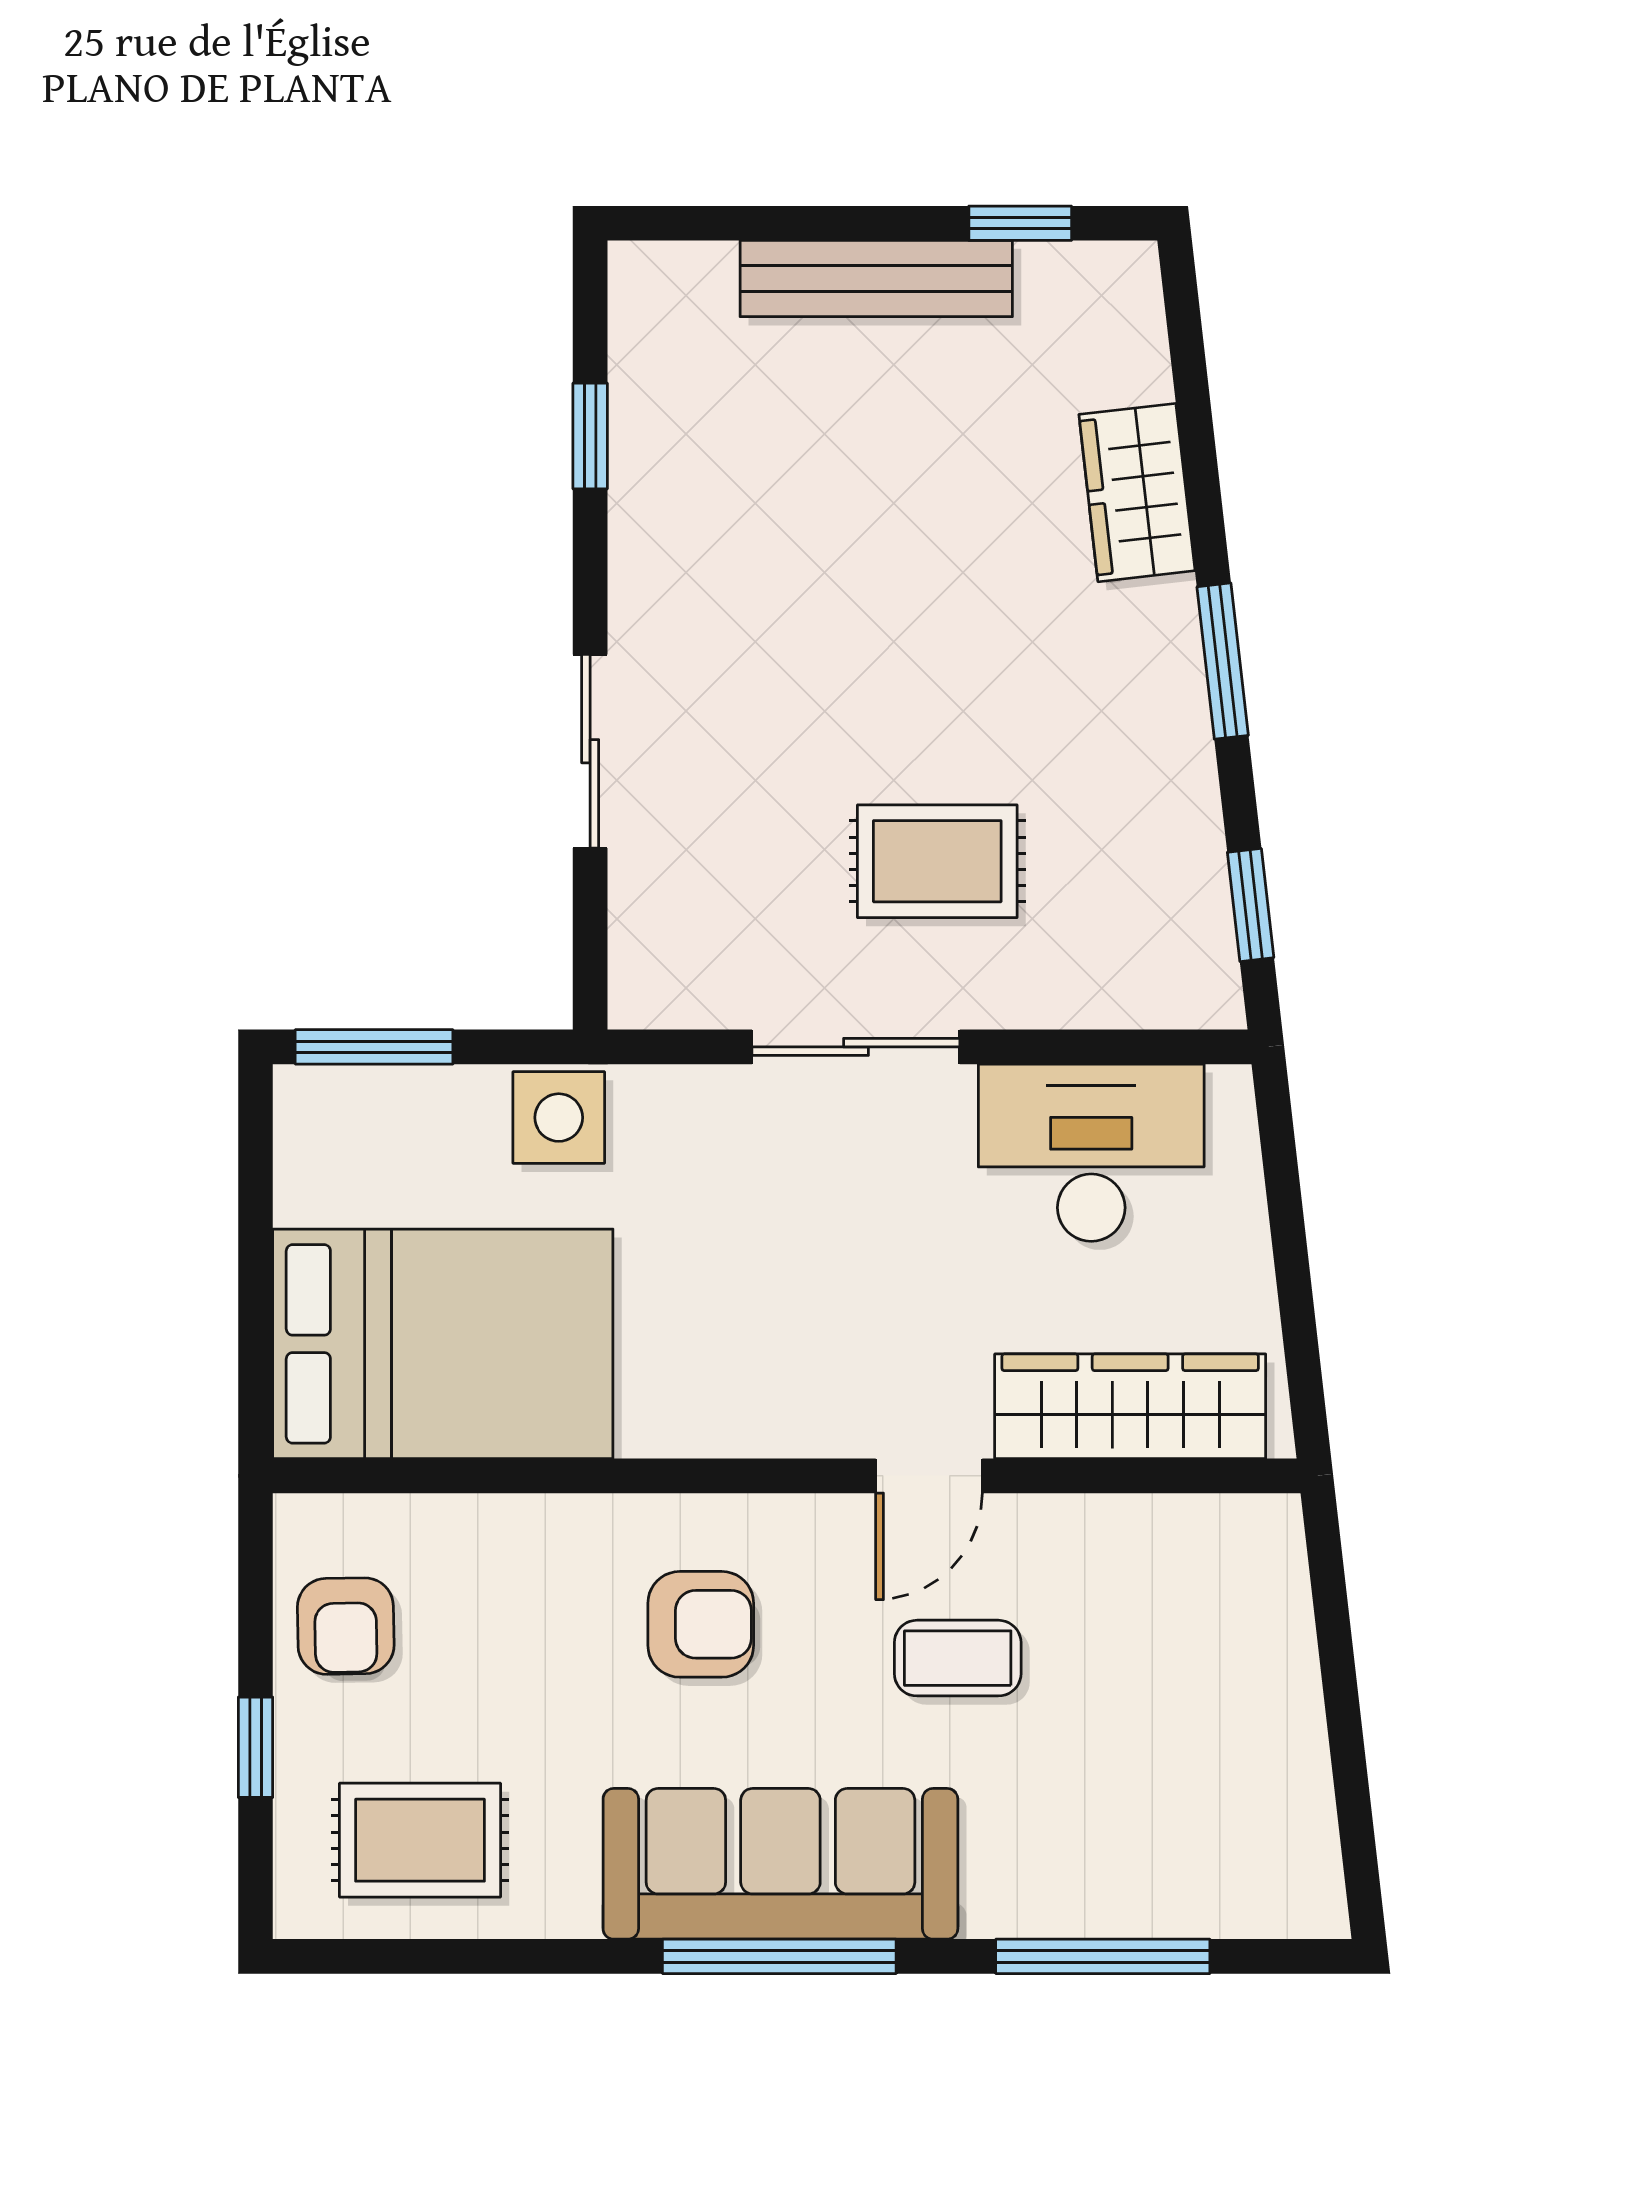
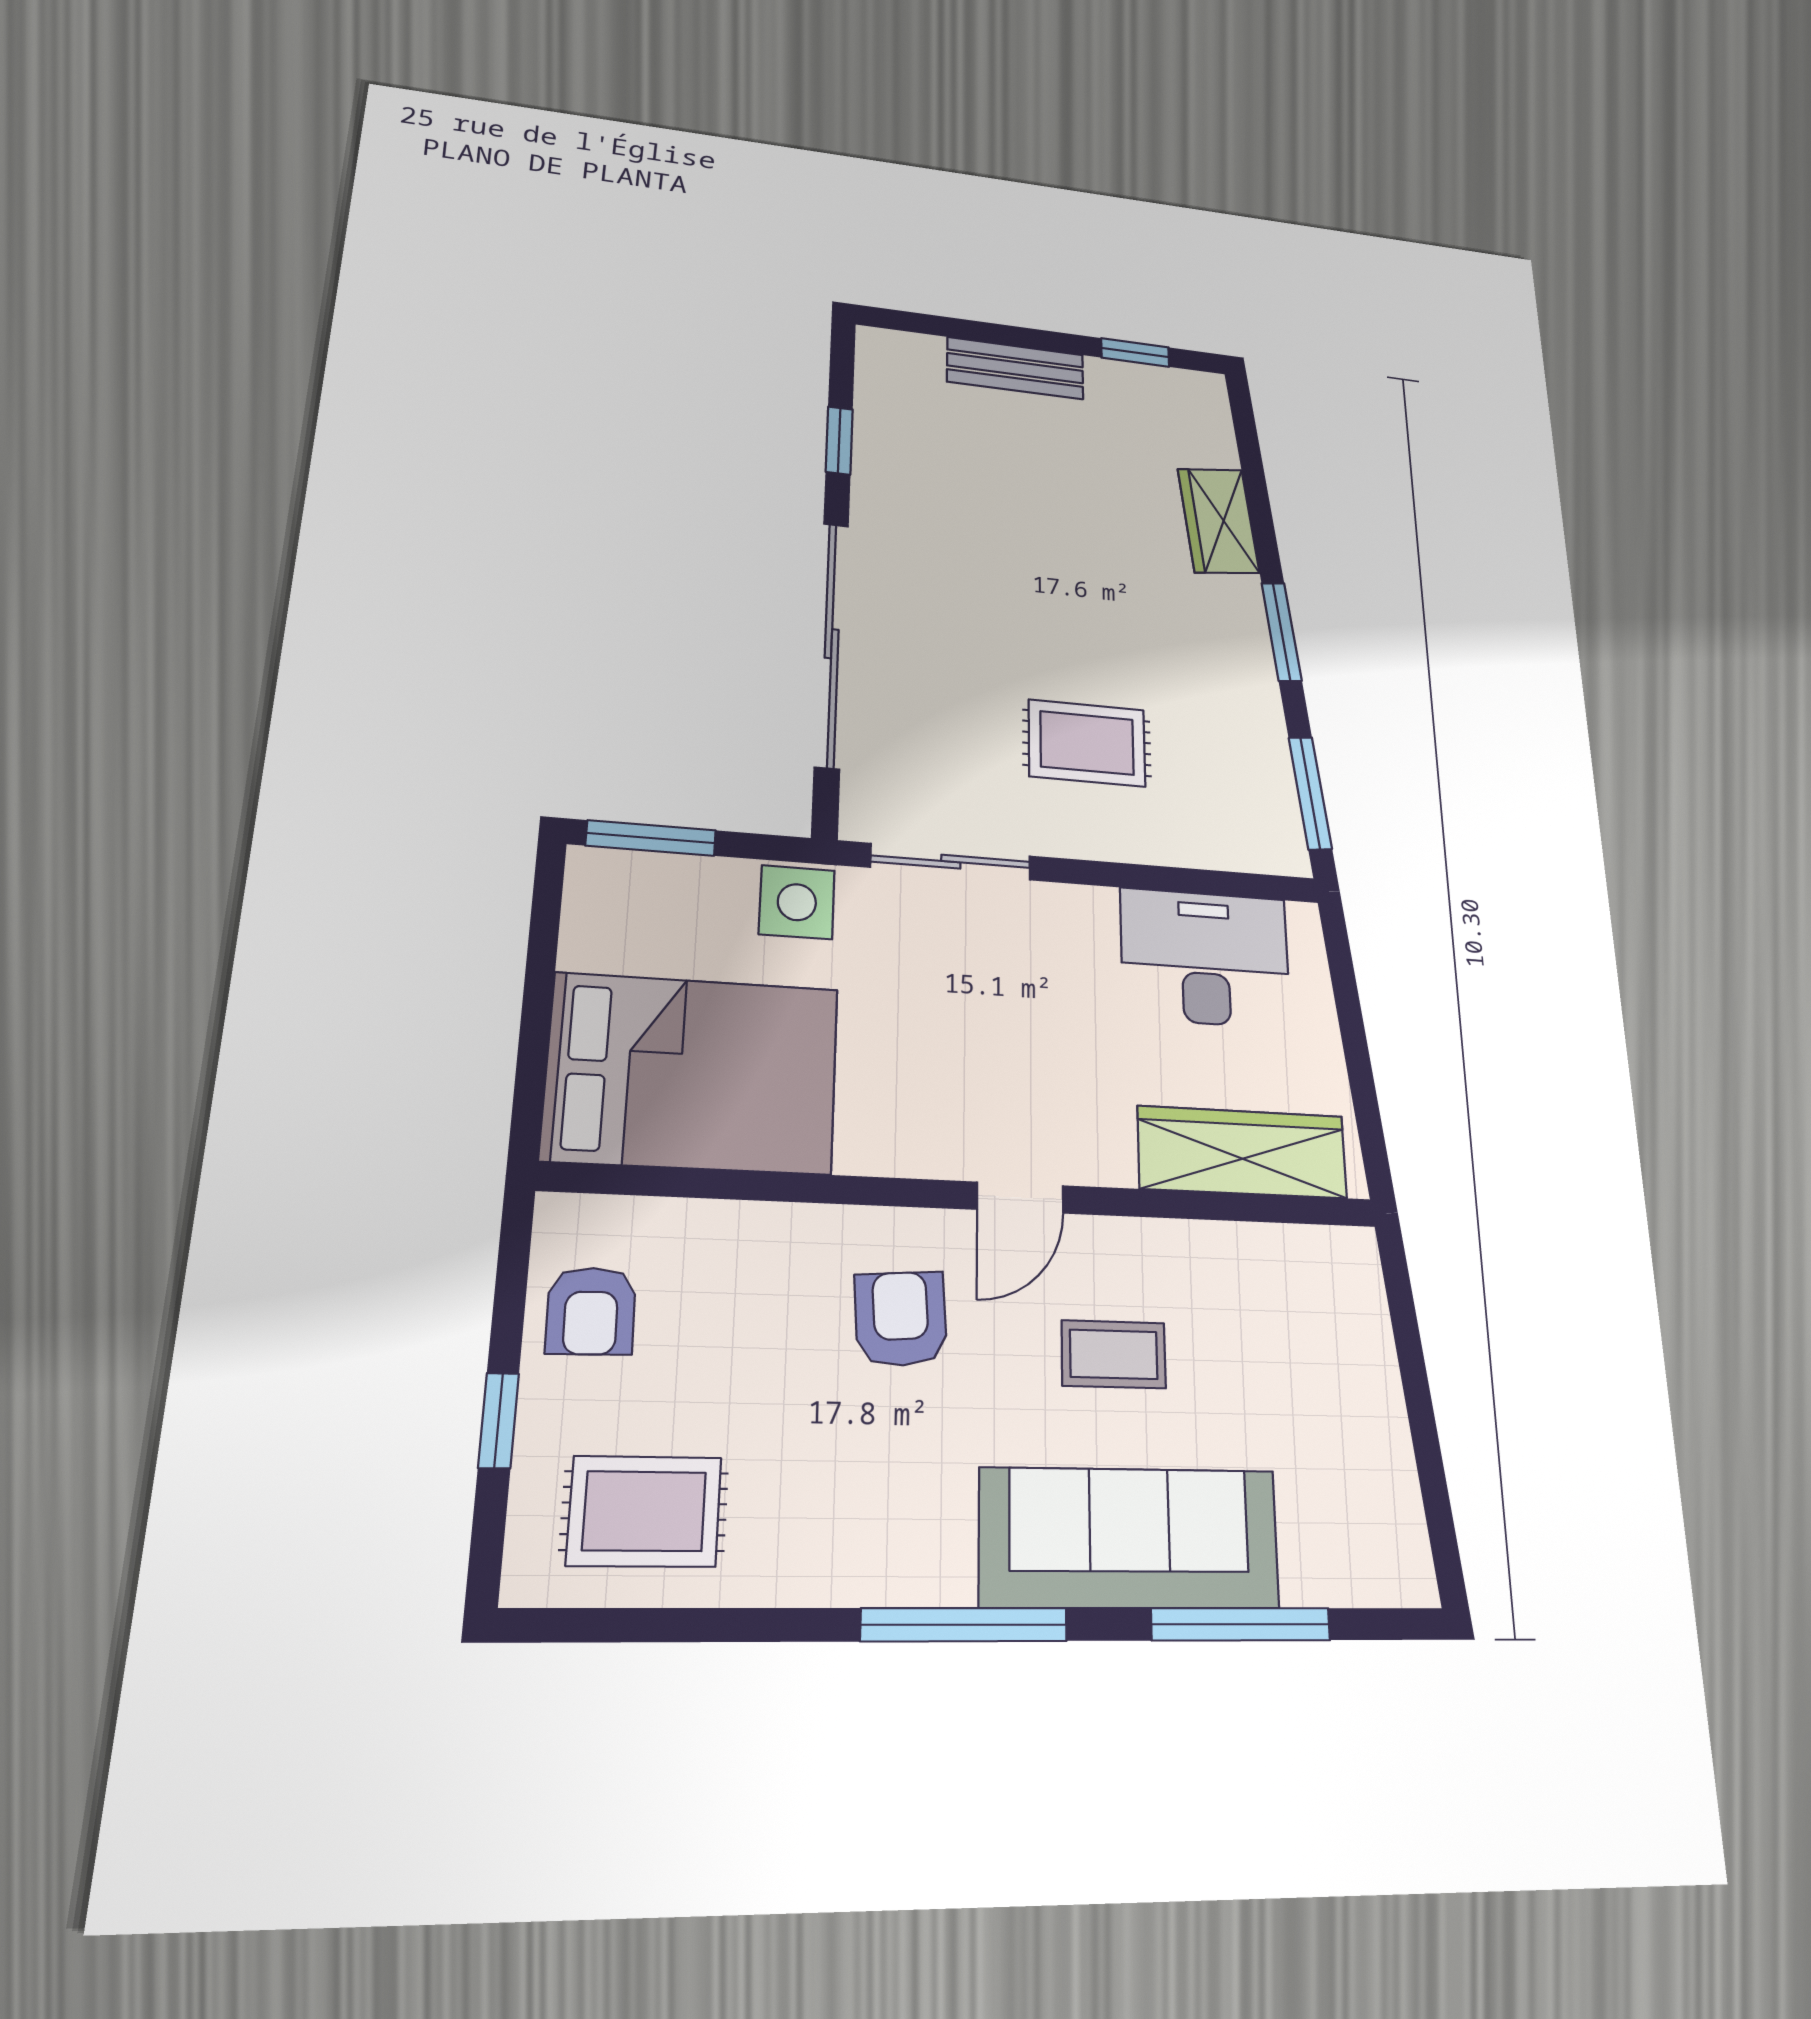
bench: (876, 279) -> (1015, 368), width x0.73
sliding door: (590, 751) -> (832, 644), width x1.86
window: (1251, 905) -> (1310, 793), width x1.50
sliding door: (856, 1047) -> (951, 862), moved
door: (929, 1476) -> (1020, 1198), moved
armchair: (701, 1624) -> (901, 1319), turned -94
sofa: (780, 1864) -> (1130, 1538), moved

